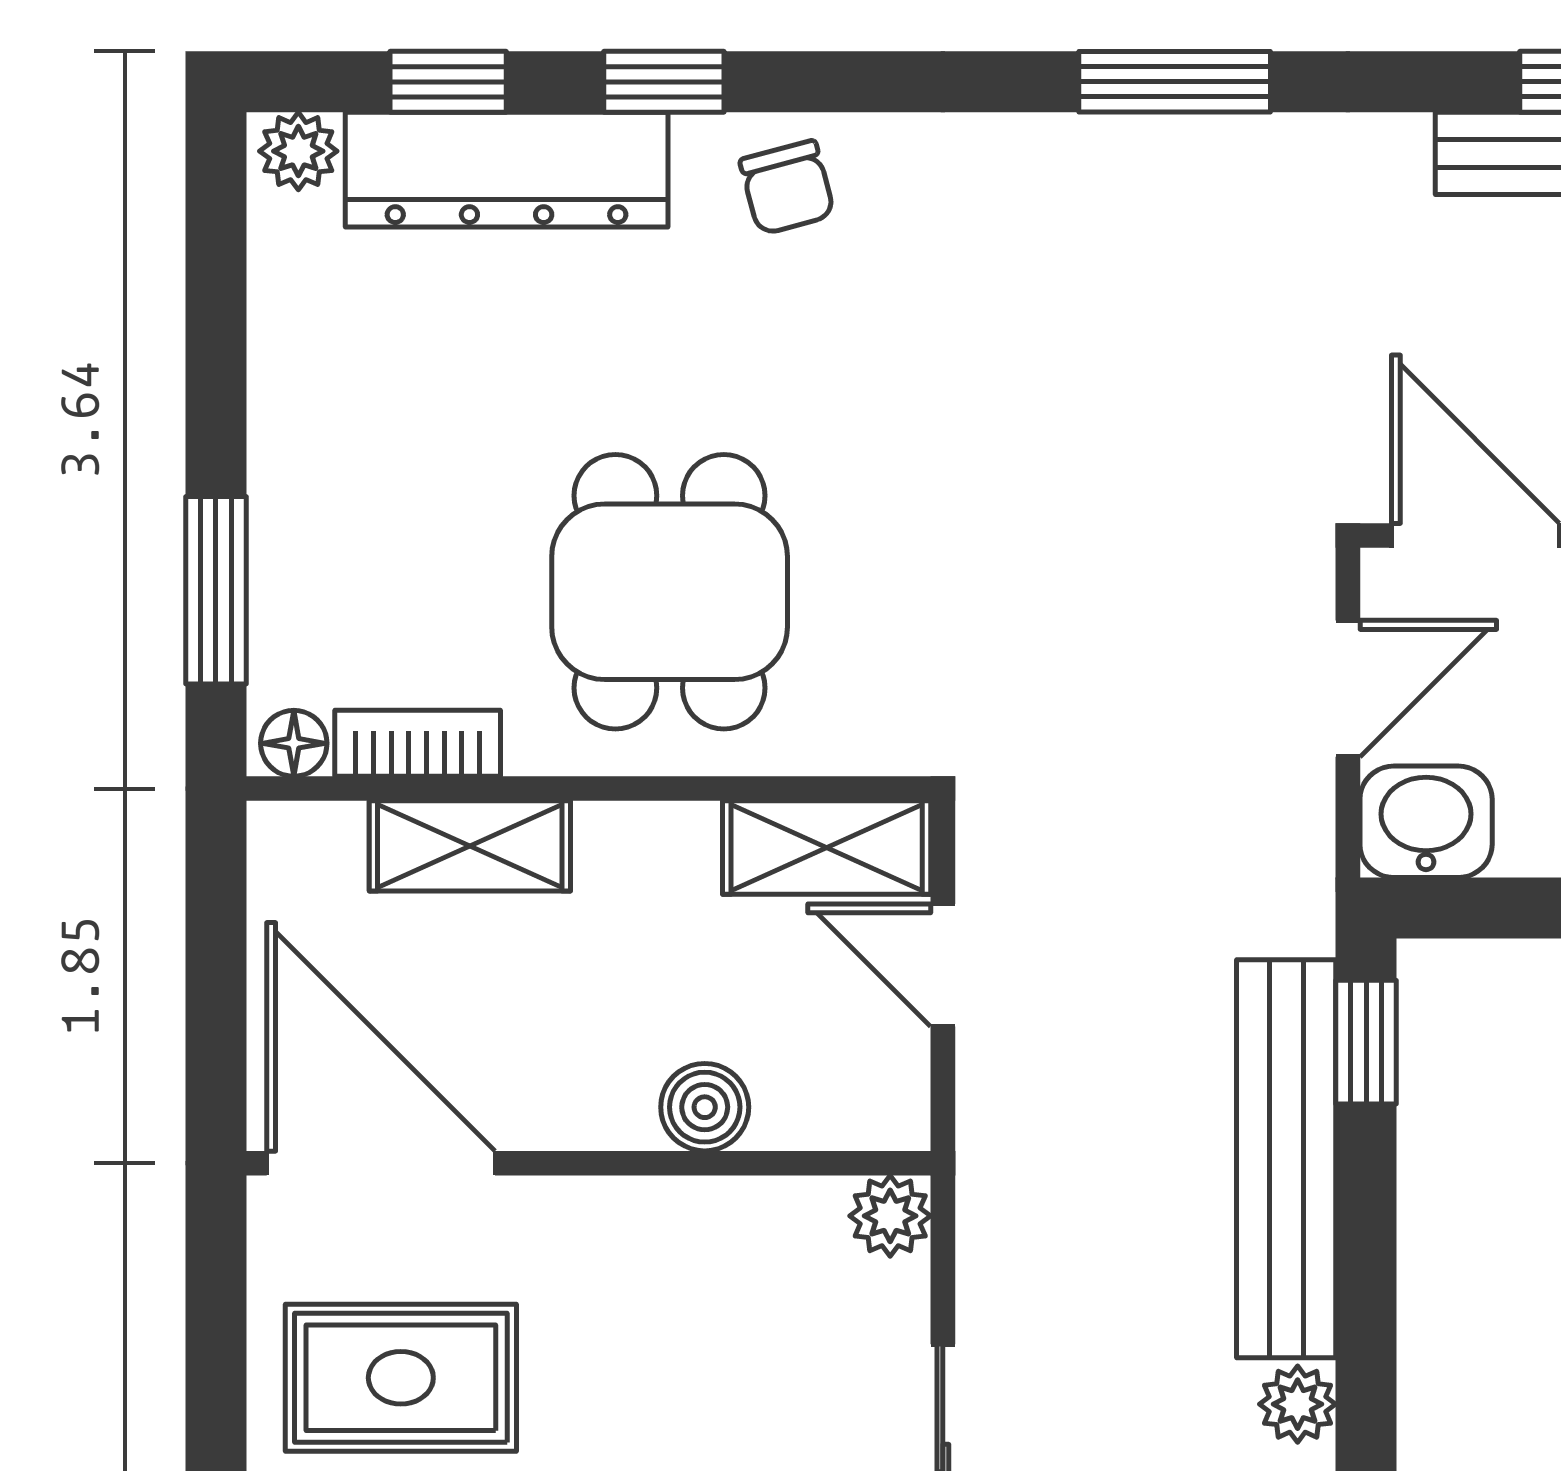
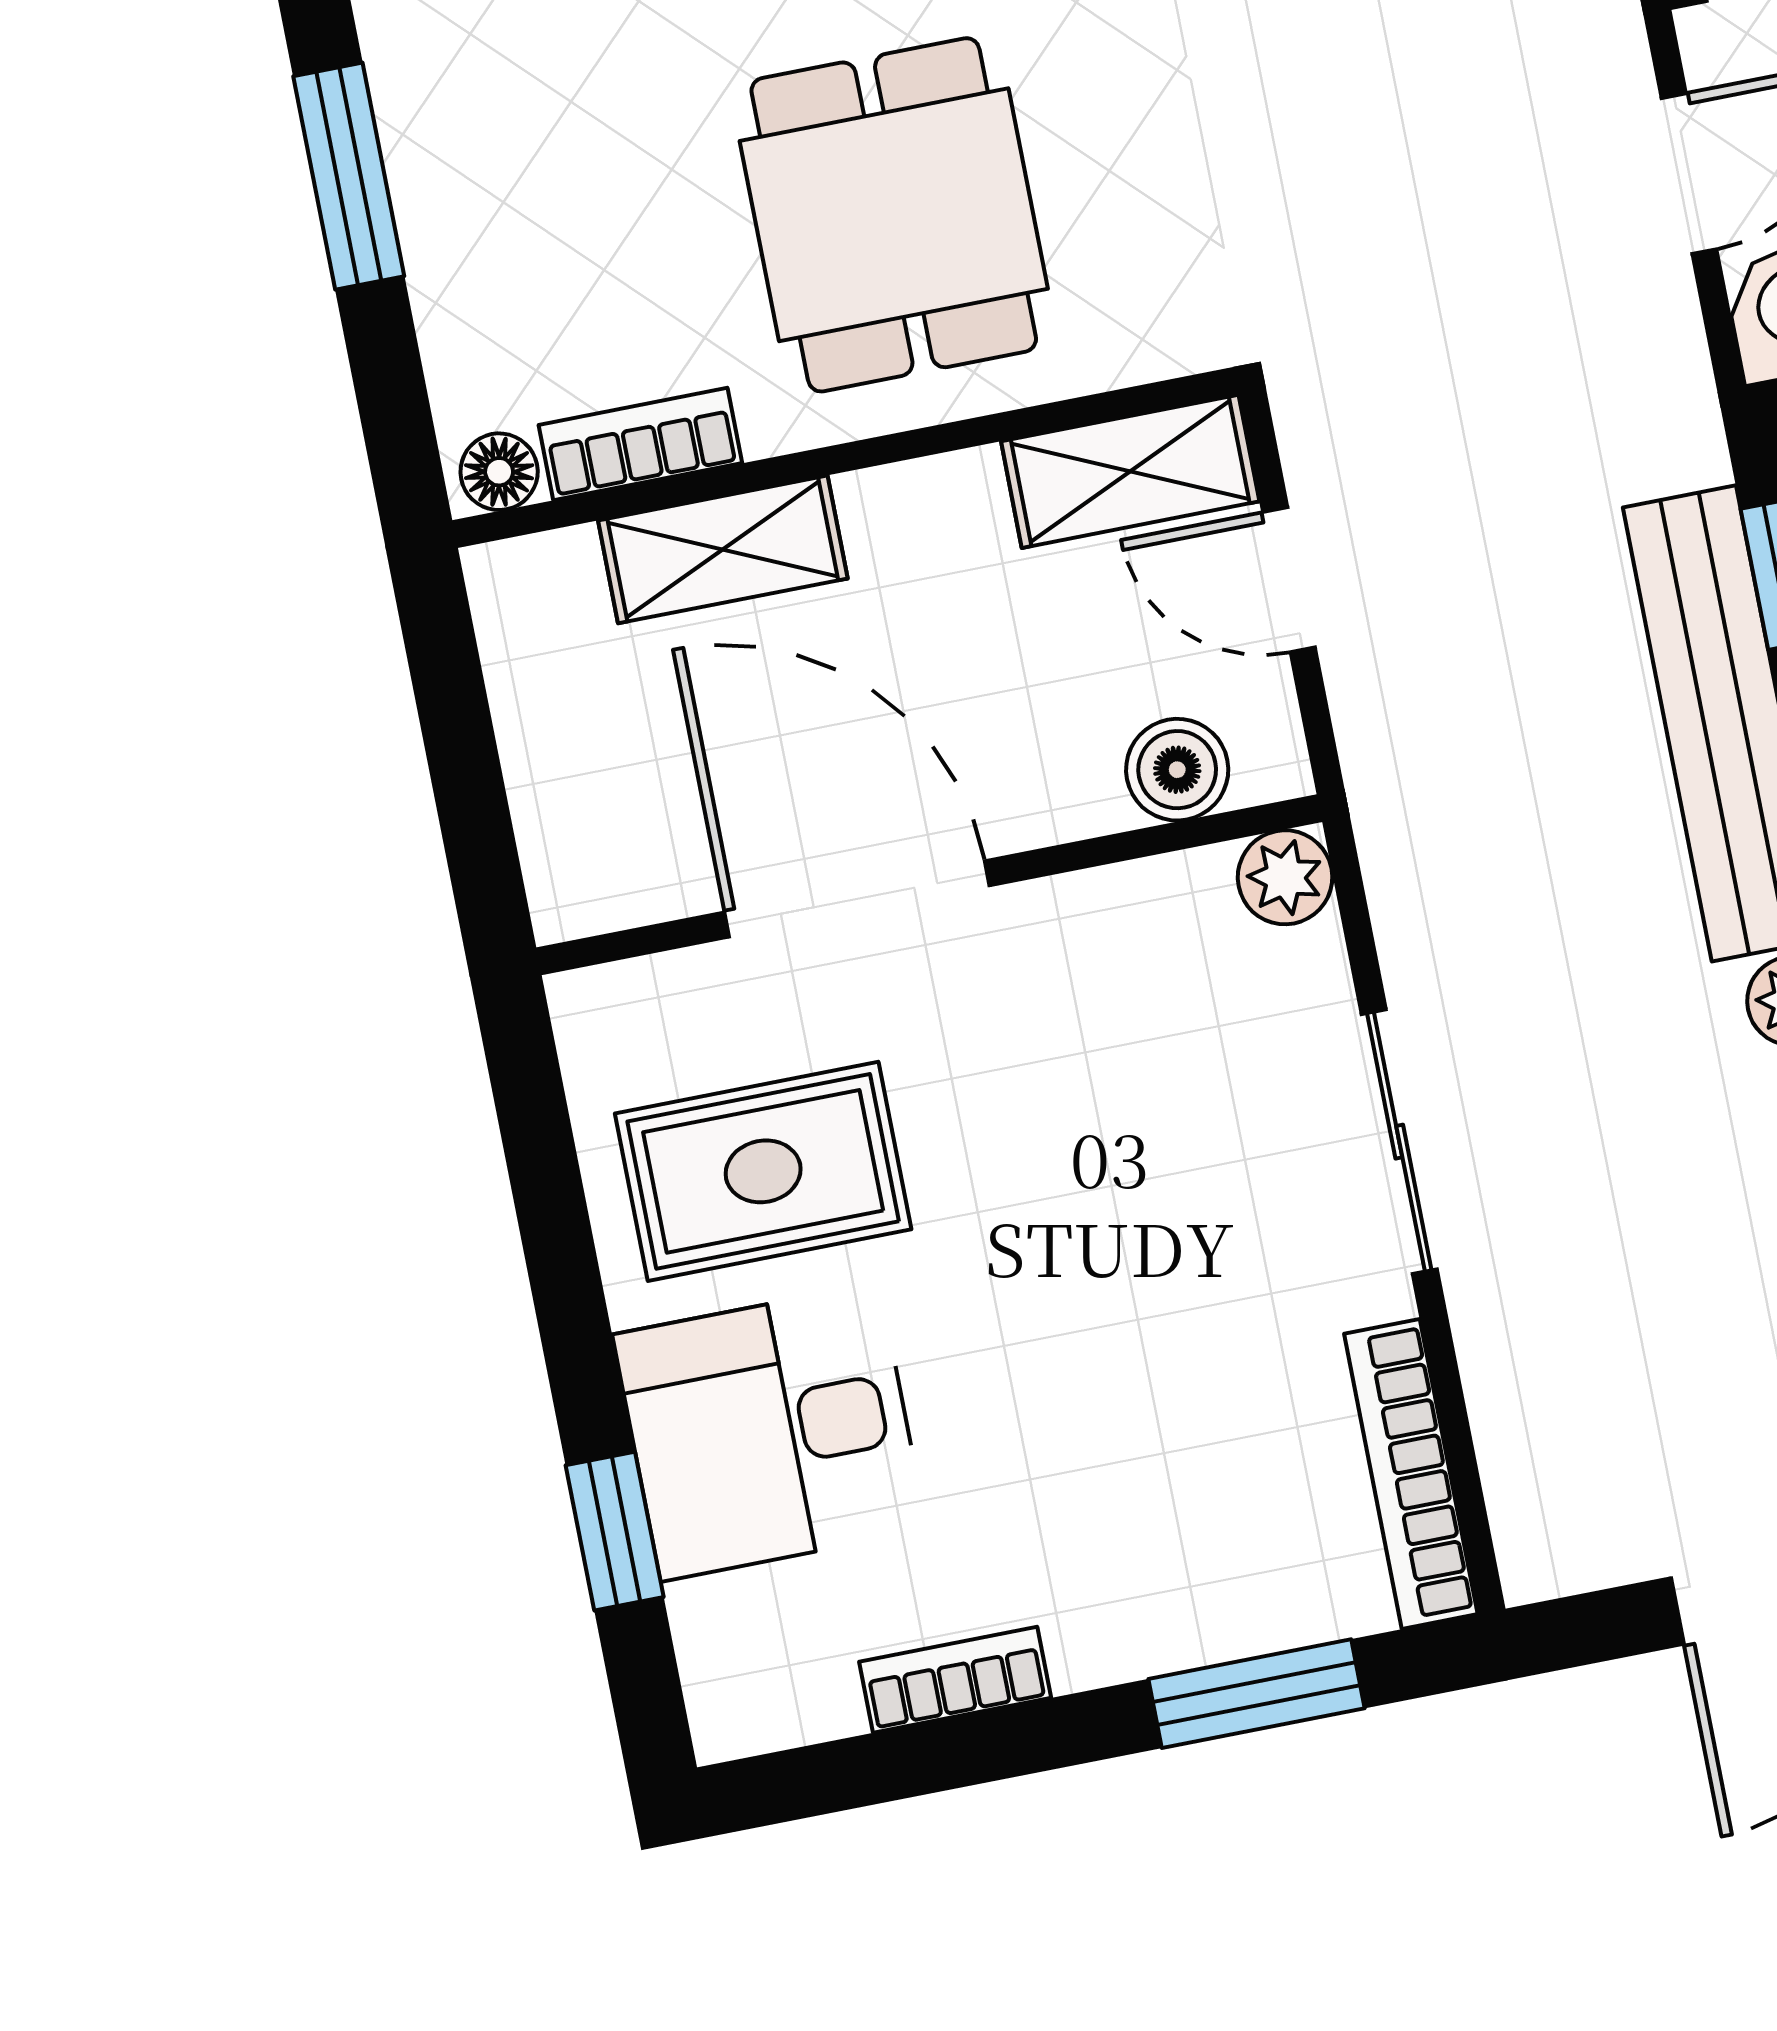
window: (216, 590) -> (349, 176), moved
boiler: (705, 1107) -> (1177, 770), moved
door: (381, 1163) -> (857, 899), moved

